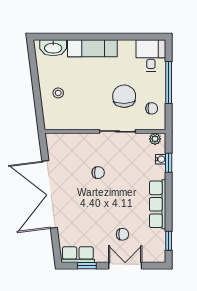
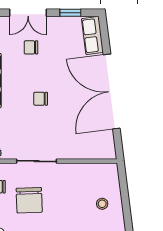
chair: (98, 173) -> (41, 99), moved
double door: (50, 194) -> (112, 91), swing flipped
row of seats: (78, 255) -> (92, 36), moved, turned 83

